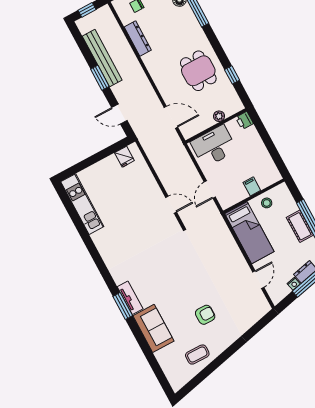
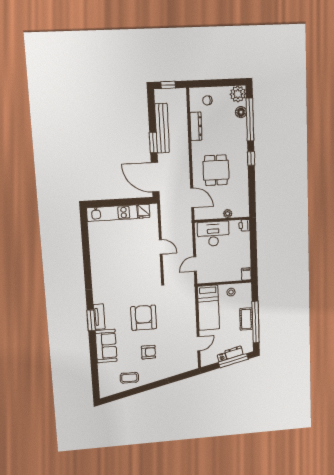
dining table: (198, 71) -> (216, 170), moved
window: (232, 75) -> (251, 158), moved
door: (119, 114) -> (155, 177), width x1.87
filing cabinet: (252, 186) -> (246, 274), moved
kitchen unit: (82, 204) -> (112, 213), moved, turned 90
door: (171, 205) -> (161, 247), moved
armchair: (181, 277) -> (144, 318), added

